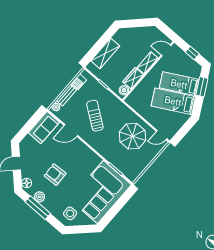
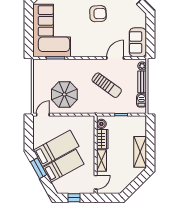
shelving: (105, 53) -> (140, 152), moved
window: (202, 87) -> (39, 168), moved

